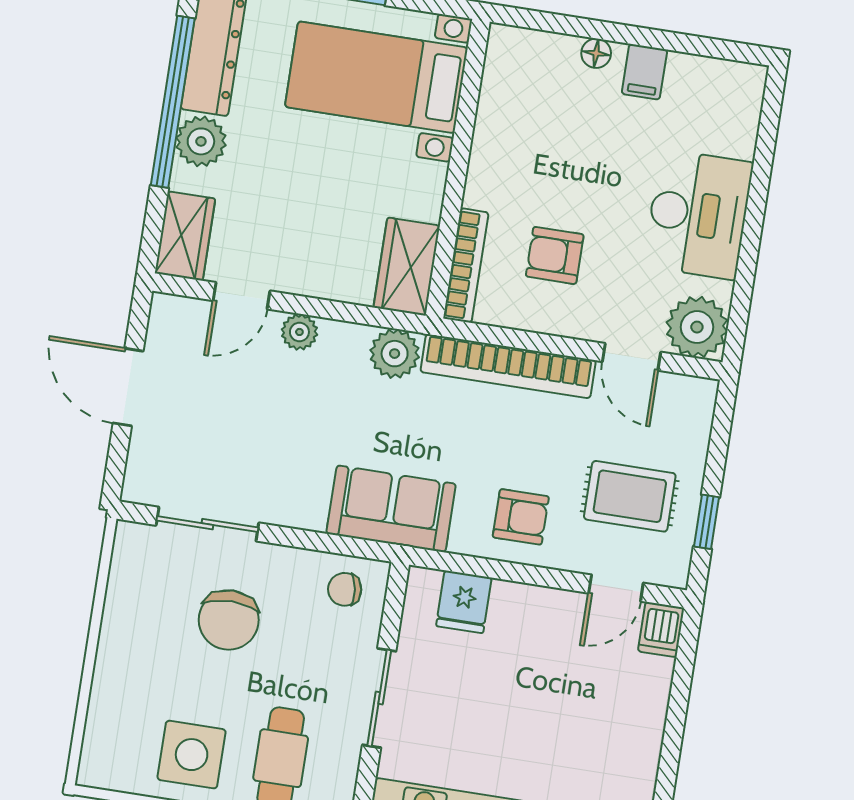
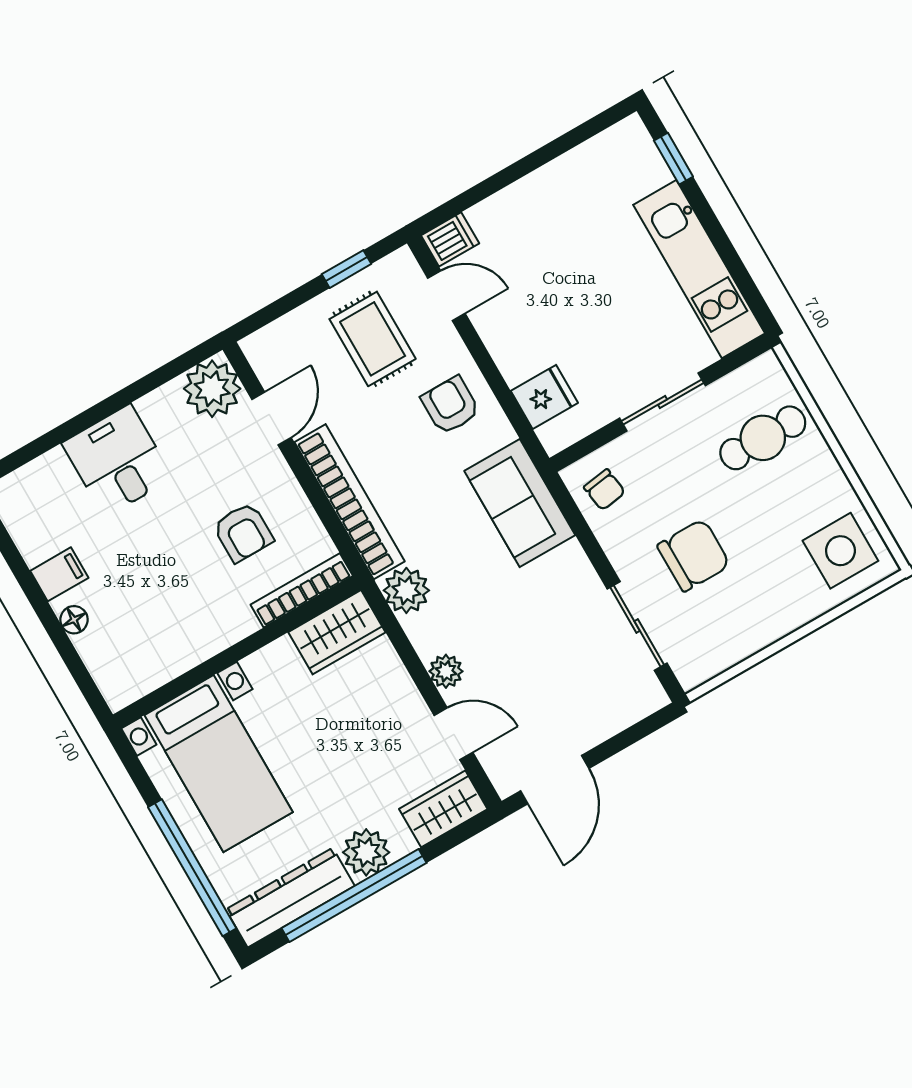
desk: (698, 214) -> (118, 461), width x0.73
door: (128, 387) -> (555, 780), moved
side table: (192, 755) -> (840, 551), moved

